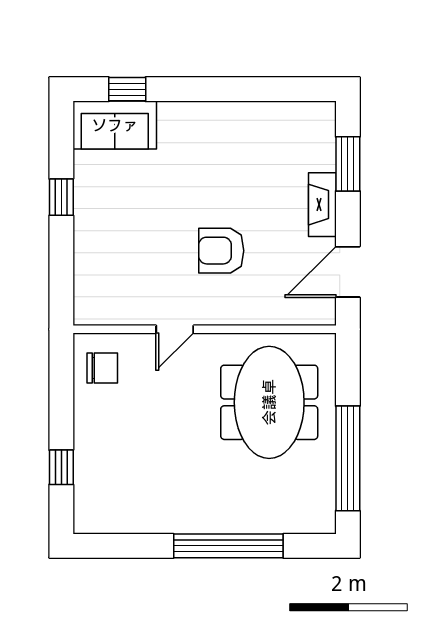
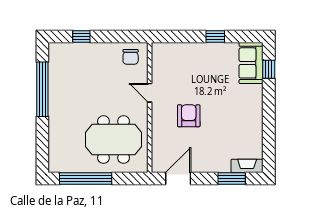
fireplace: (322, 205) -> (247, 166), moved
door: (348, 272) -> (178, 178), hinge flipped
window: (228, 546) -> (42, 89), moved

